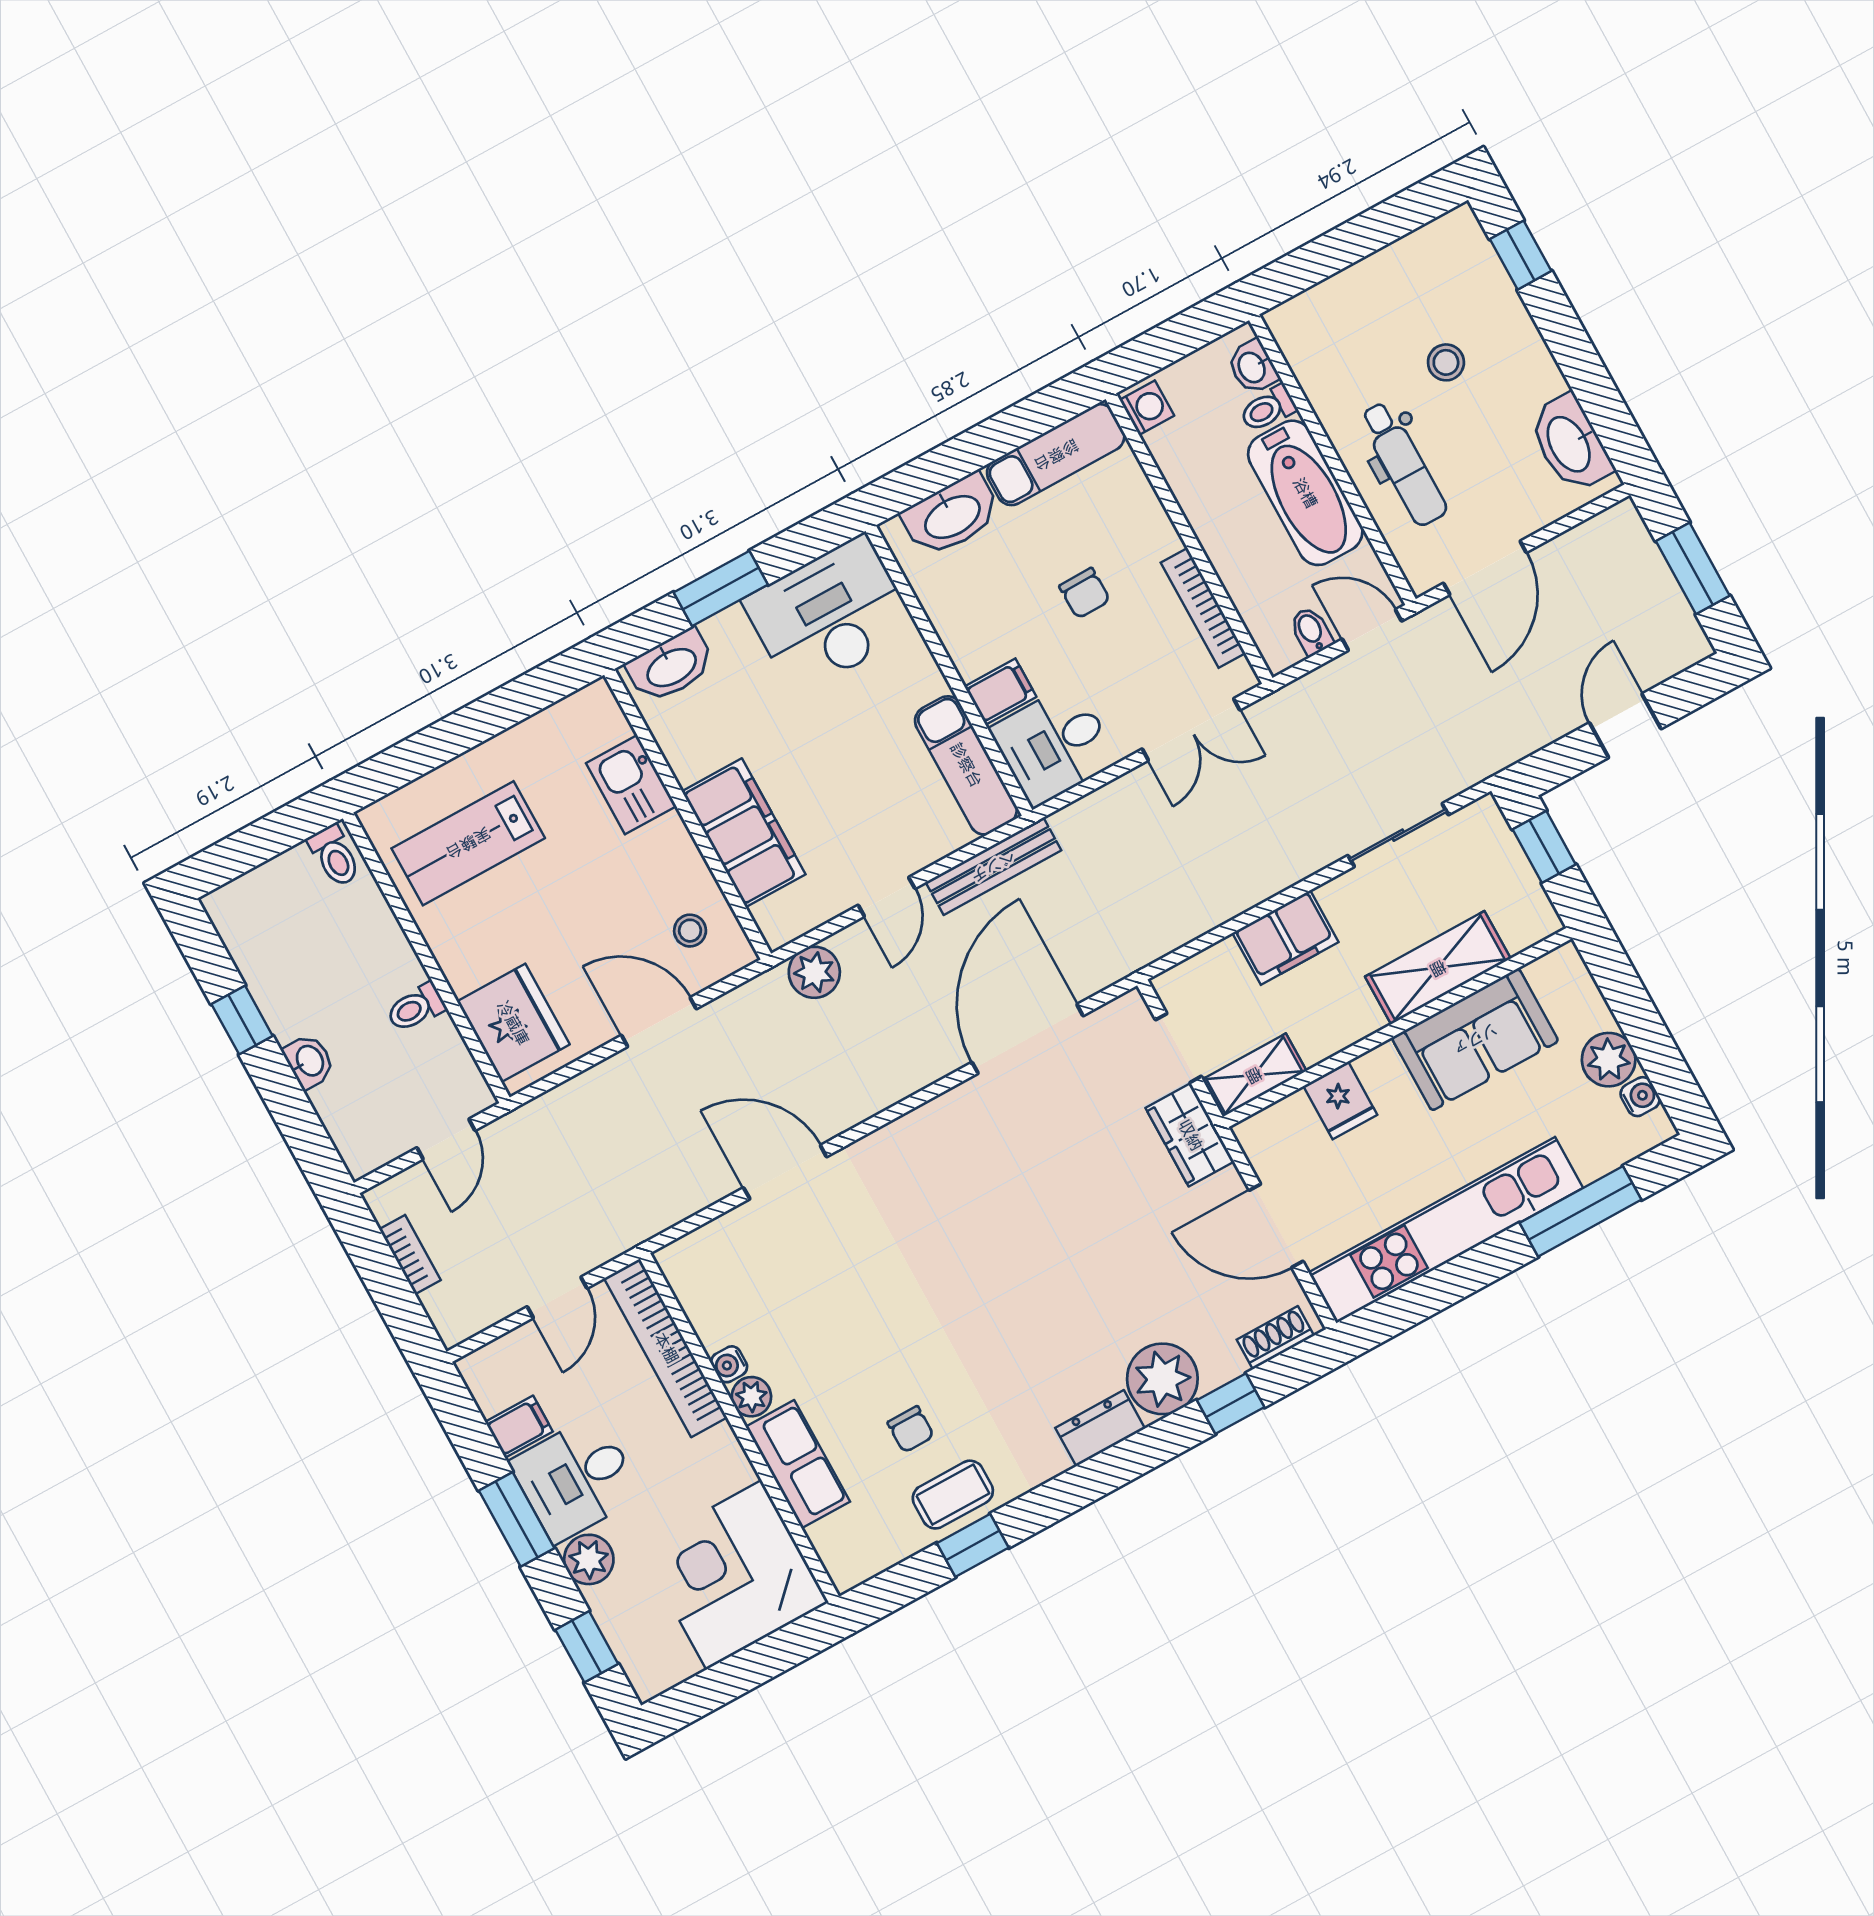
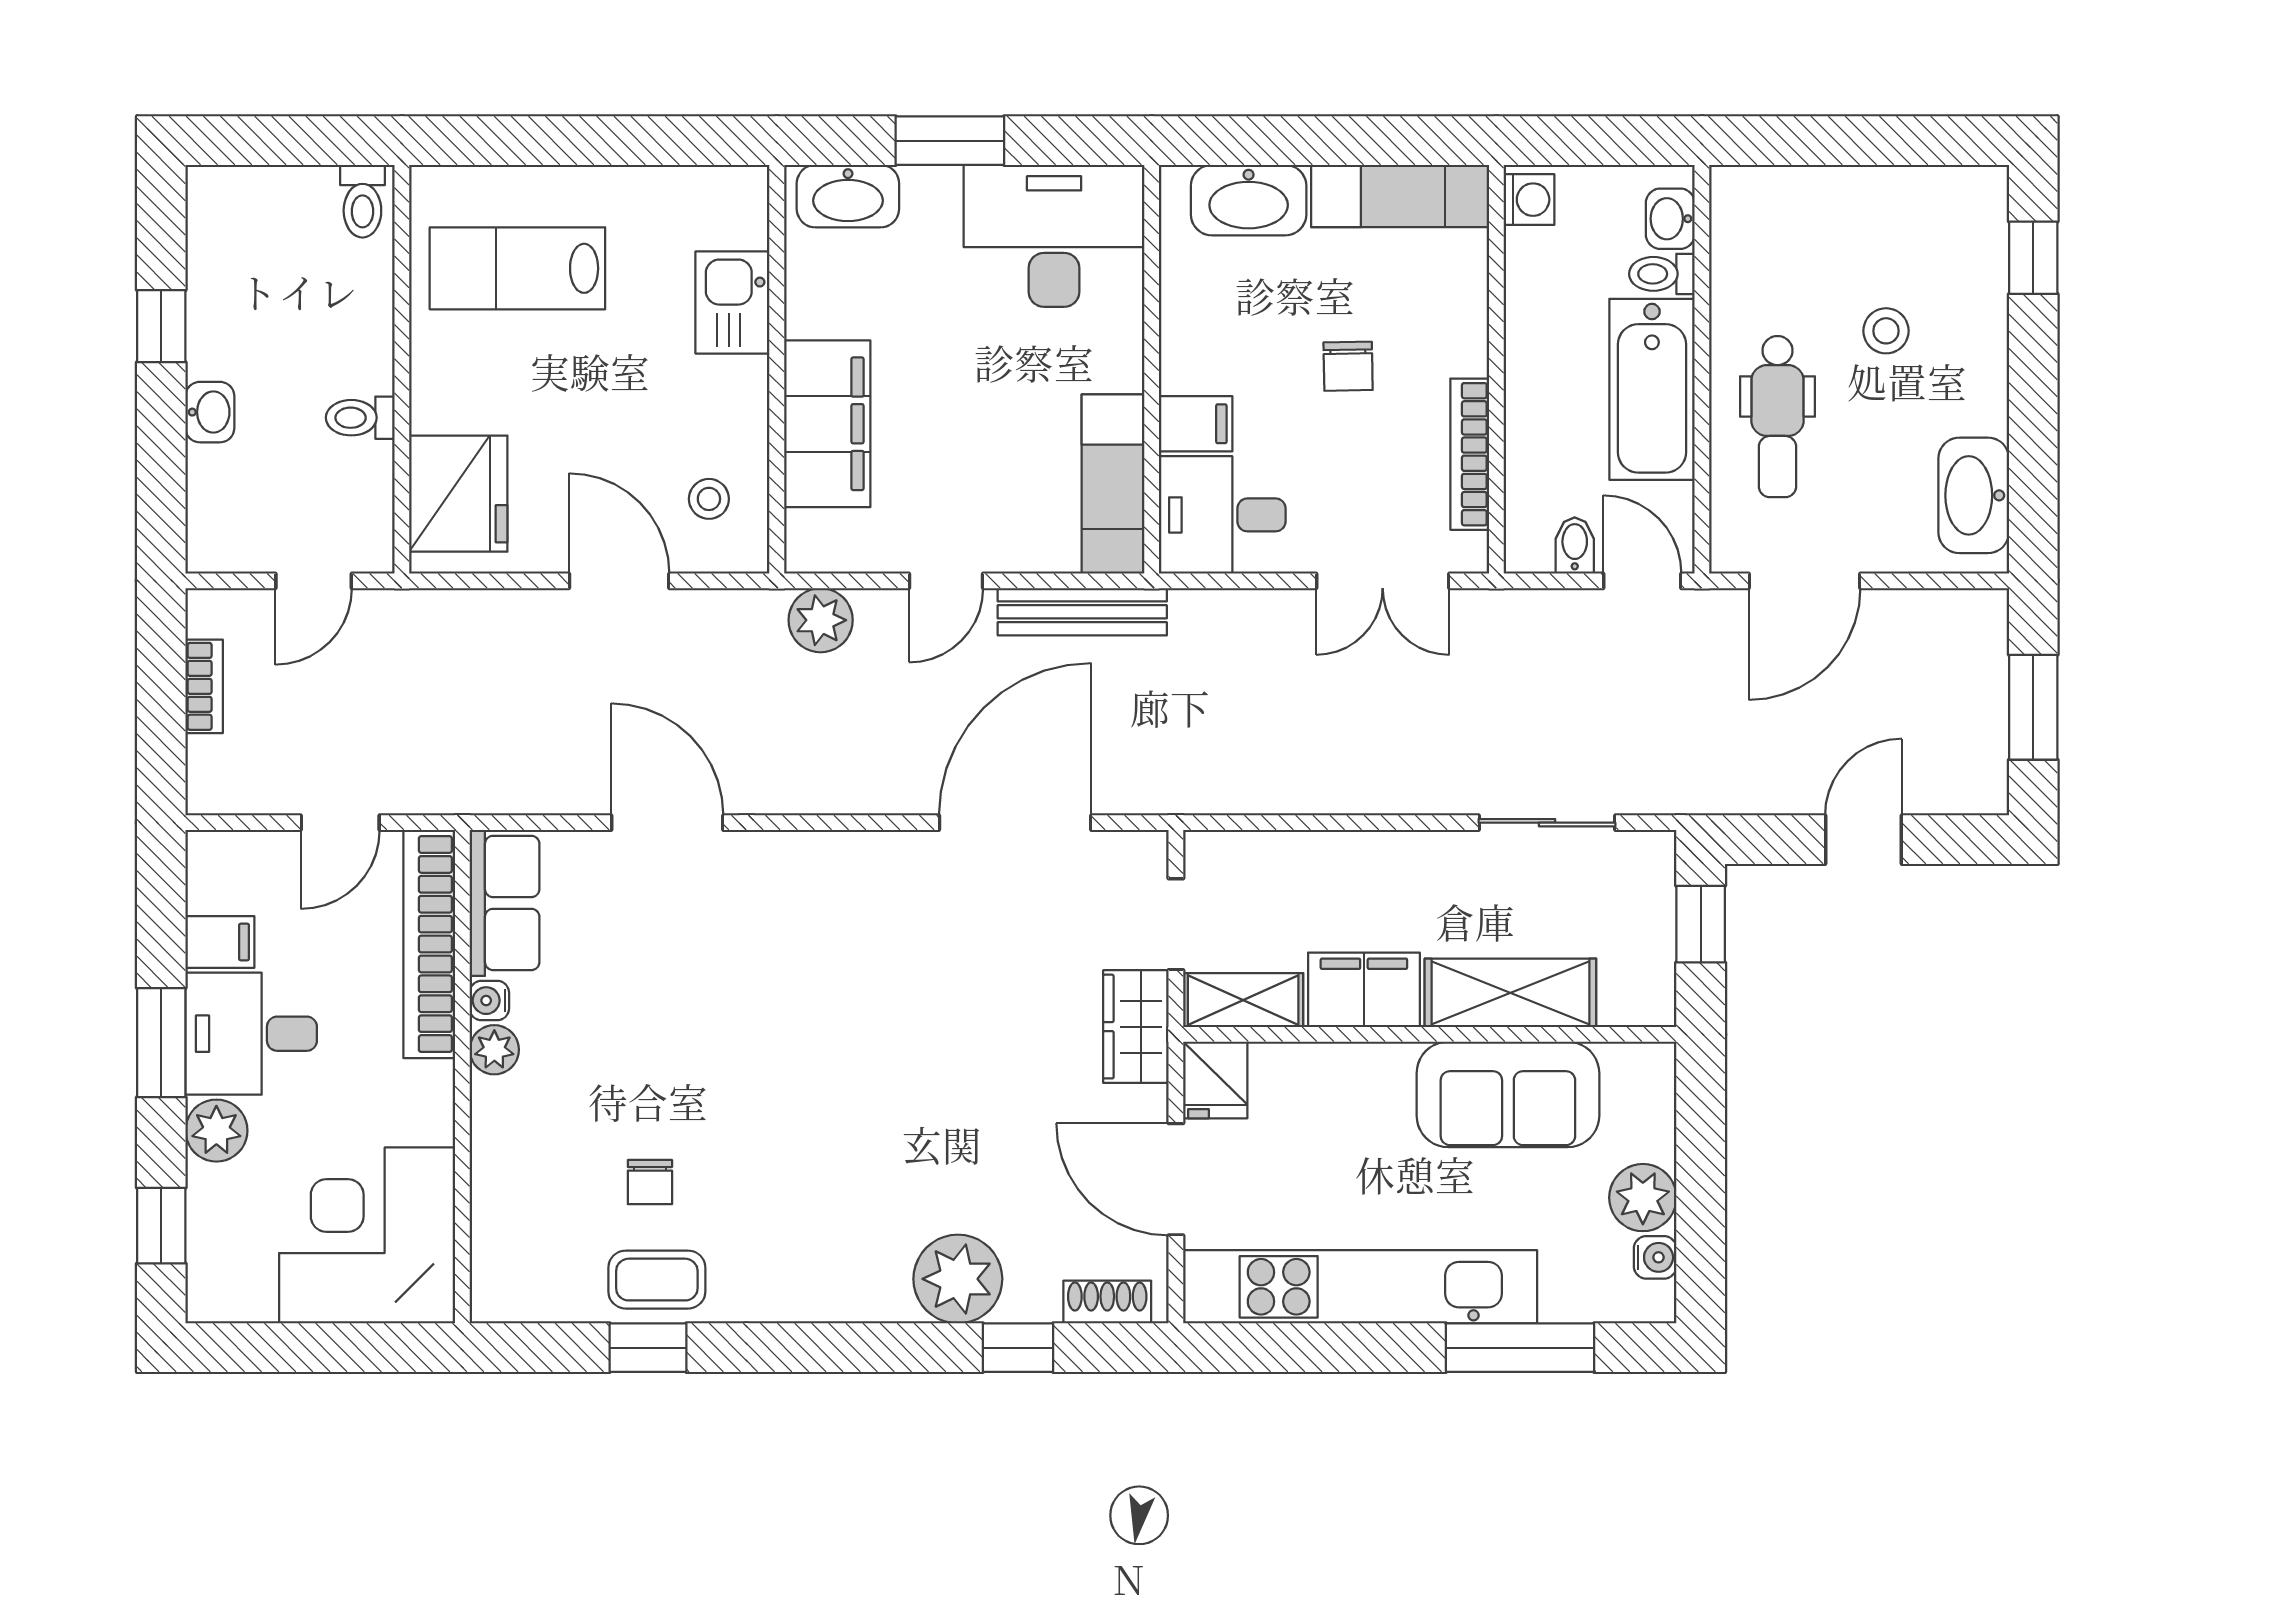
filing cabinet: (1285, 938) -> (1364, 990), moved, turned 180
fridge: (1340, 1100) -> (1215, 1080), moved
dresser: (1100, 1428) -> (859, 1296), removed
row of seats: (798, 1464) -> (504, 903), moved

